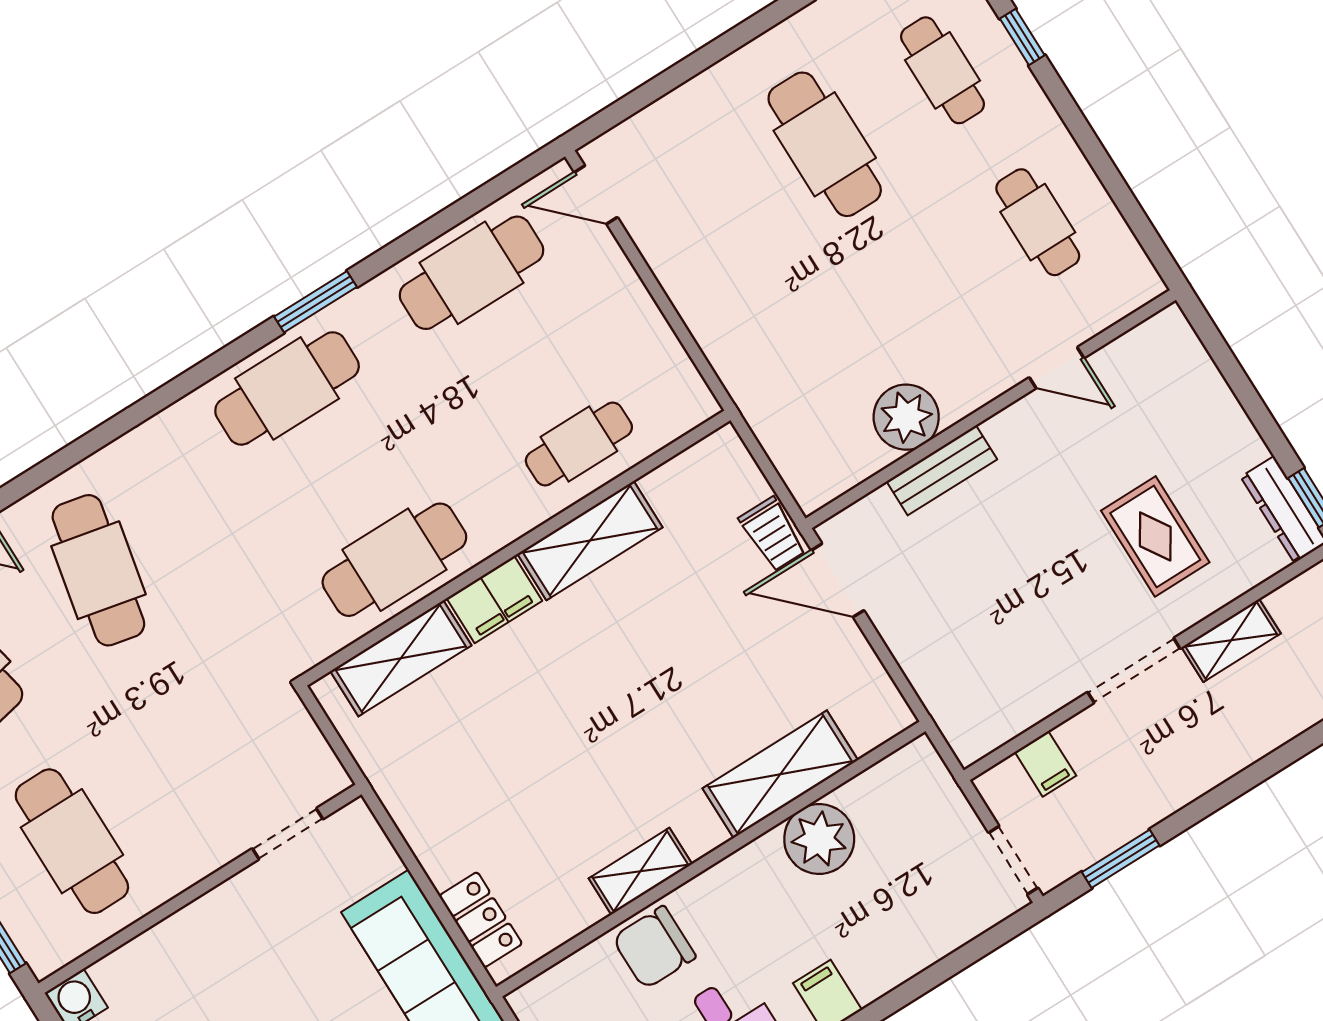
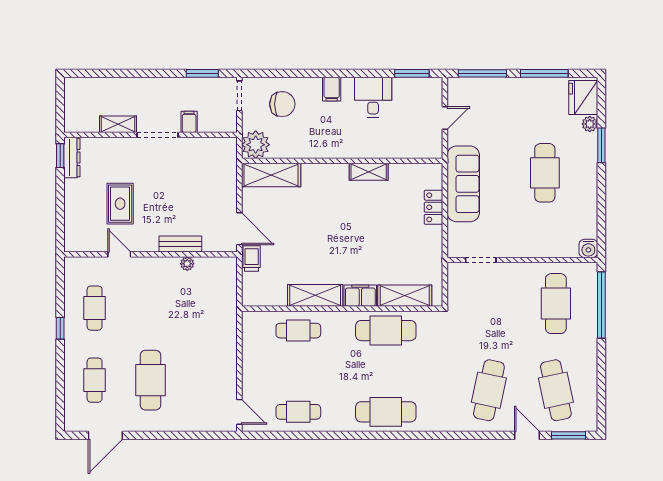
window: (1022, 37) -> (60, 328), moved
cafe table: (471, 273) -> (298, 412), width x0.73, depth x0.74
window: (315, 302) -> (358, 435), removed
plant: (906, 417) -> (187, 264), width x0.53, depth x0.53
rug: (1155, 536) -> (120, 204), moved
filing cabinet: (1045, 764) -> (189, 122), moved
shelving: (780, 774) -> (271, 175), moved
plant: (819, 839) -> (256, 145), moved
locker: (481, 920) -> (433, 207), moved
chair: (654, 947) -> (282, 104), moved

